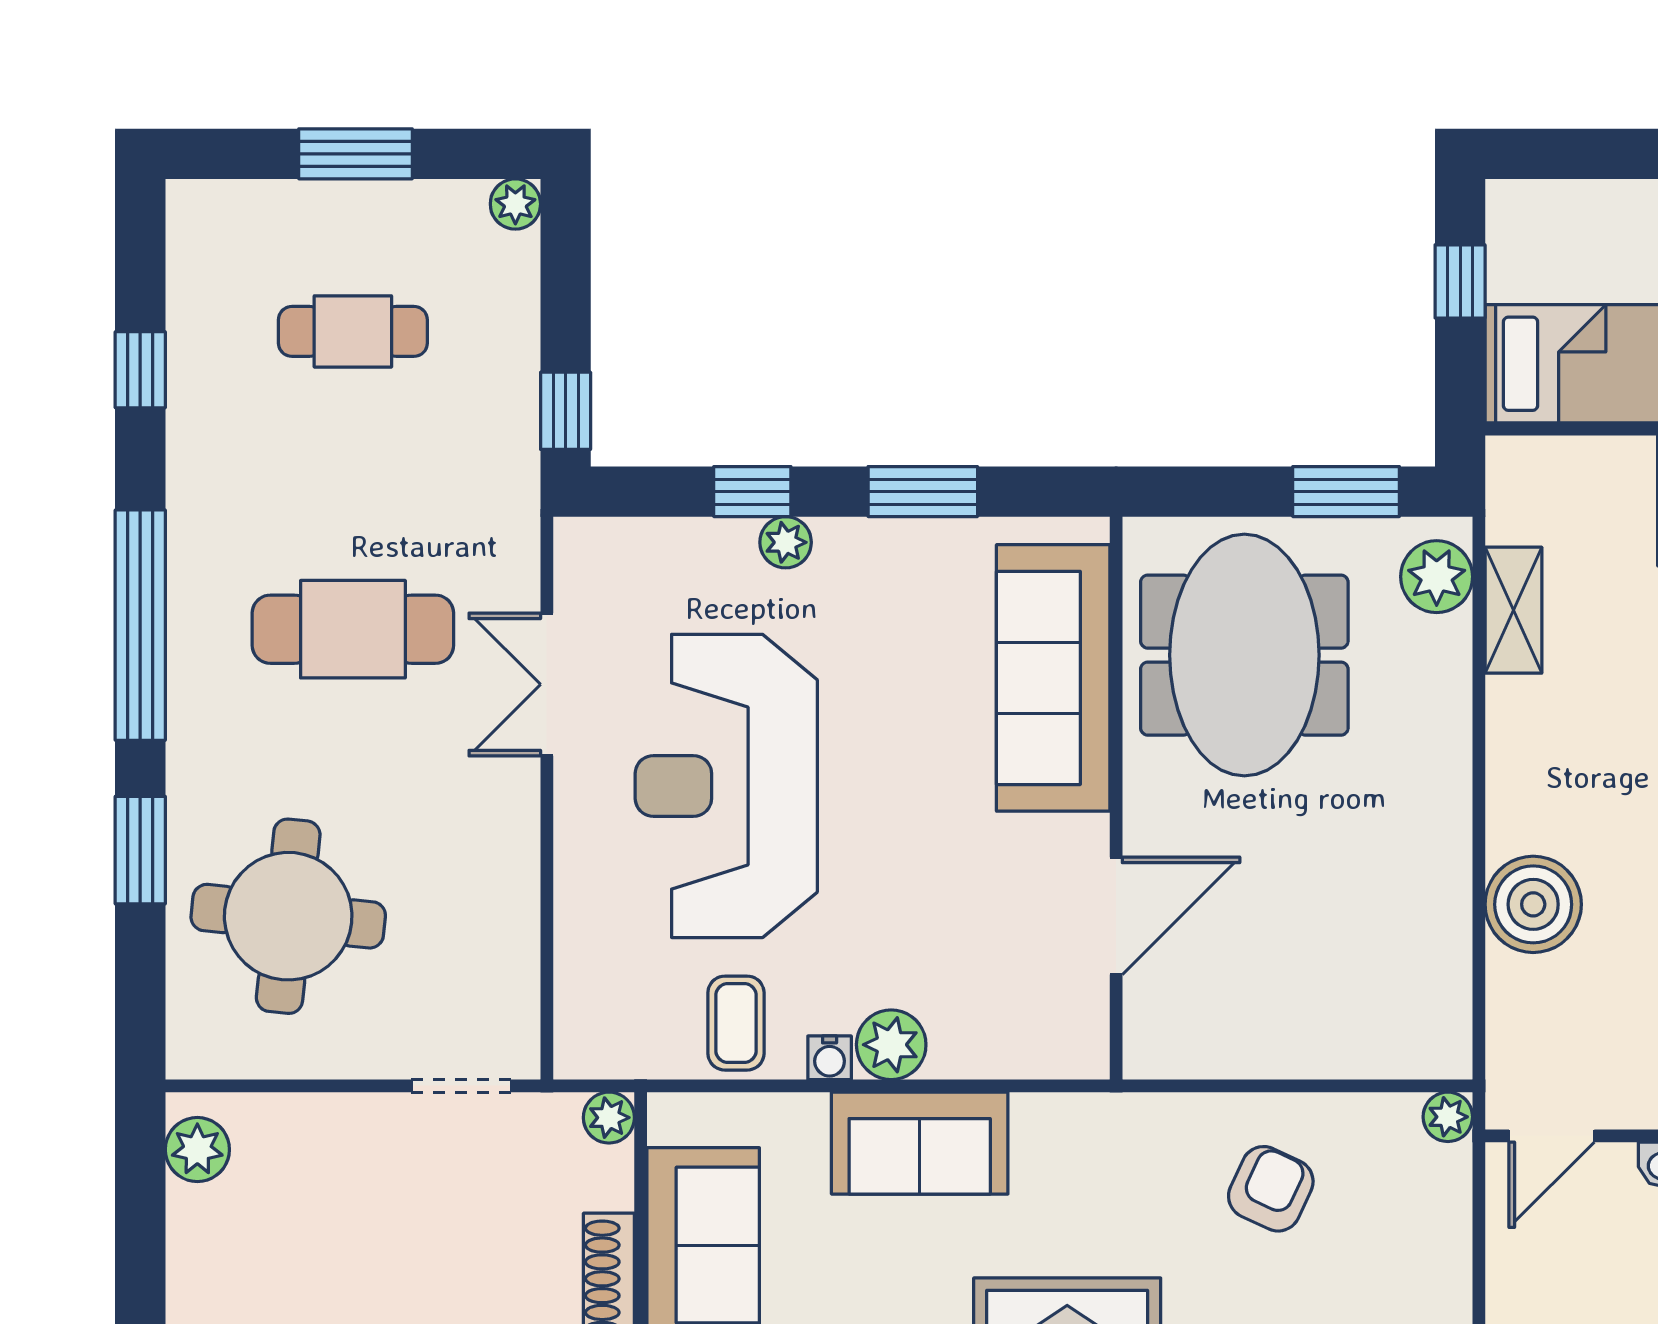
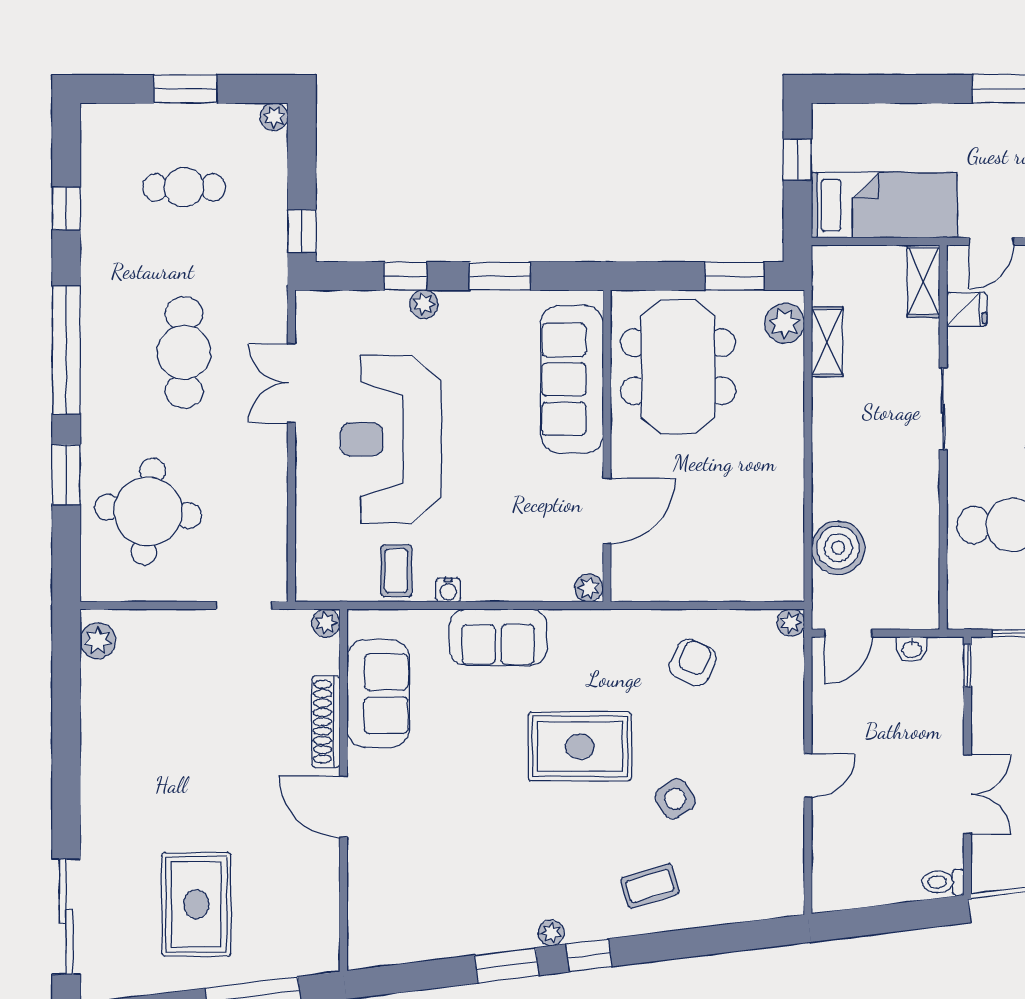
cafe table: (353, 629) -> (184, 352), turned 90
boiler: (1533, 904) -> (838, 548), moved
plant: (891, 1045) -> (589, 588), moved, width x0.73, depth x0.73

